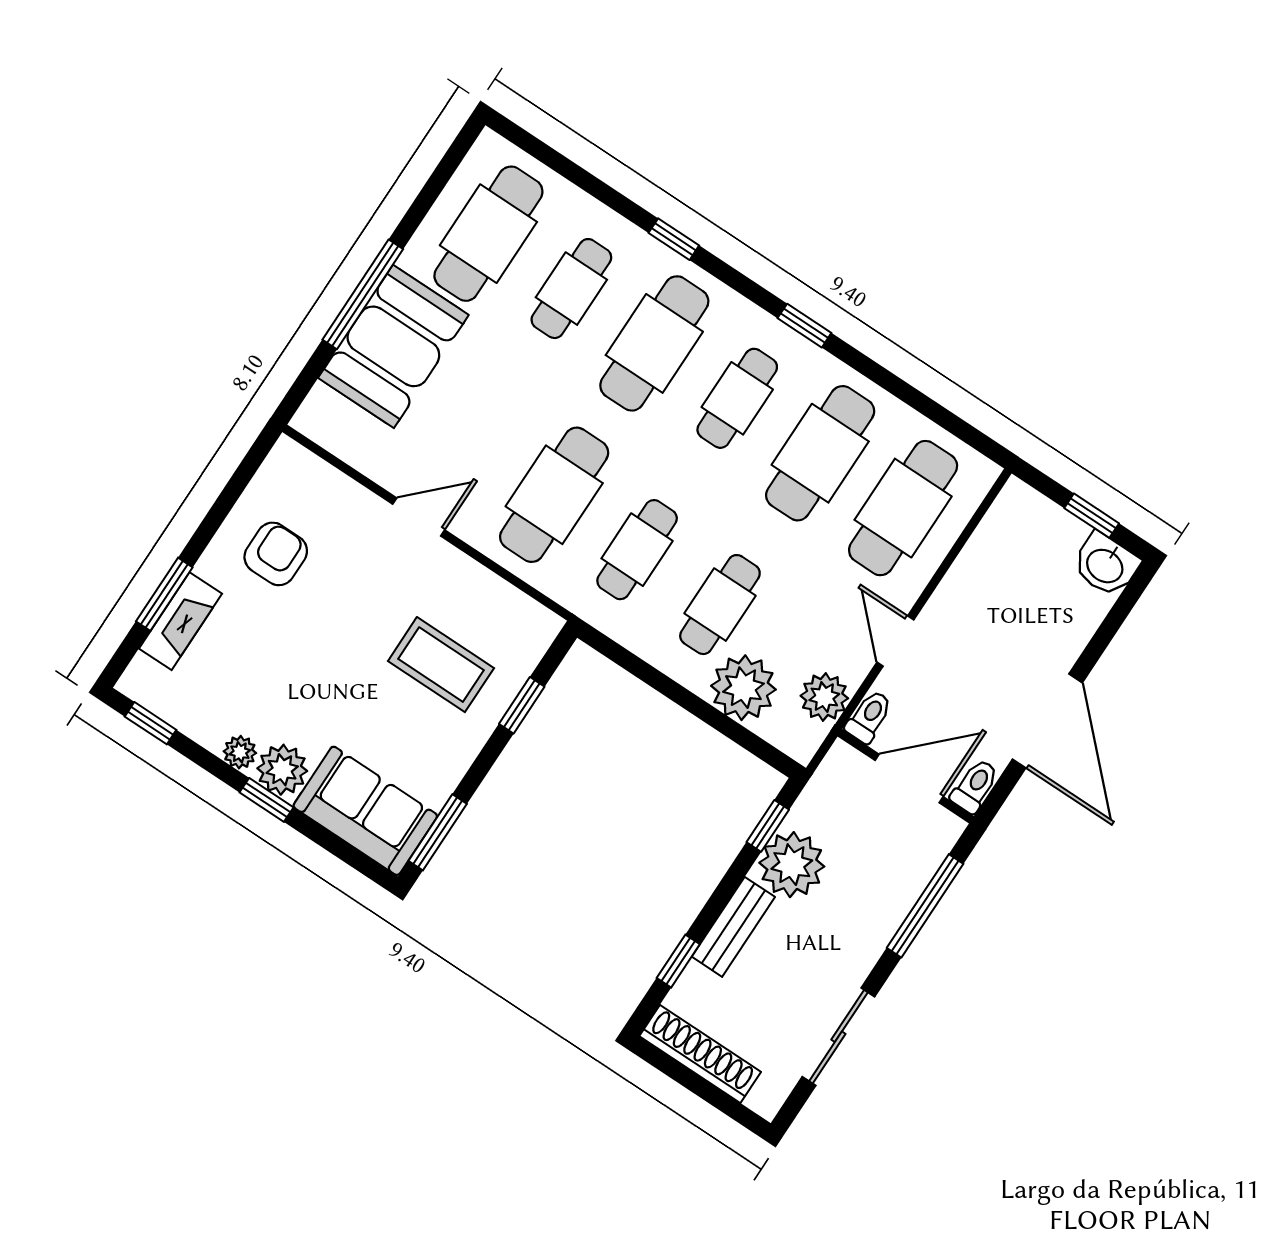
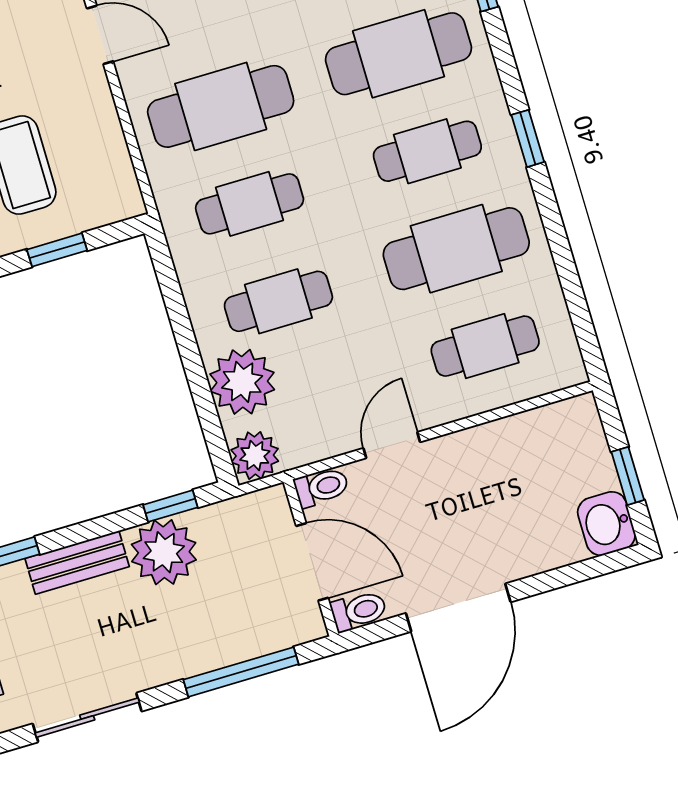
cafe table: (903, 508) -> (485, 346), width x0.73, depth x0.74
plant: (824, 697) -> (255, 455), moved

